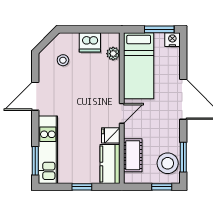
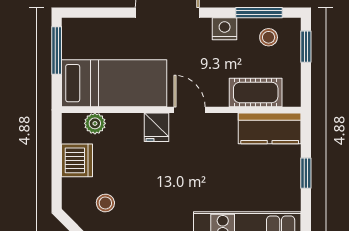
nightstand: (172, 40) -> (225, 29), moved, turned 90
fridge: (111, 135) -> (156, 127), moved
stool: (168, 163) -> (269, 37), width x0.53, depth x0.53

